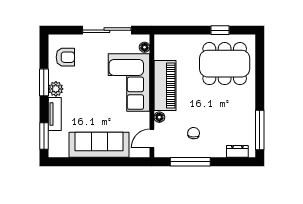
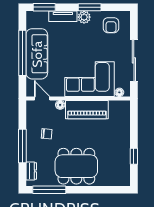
dining table: (225, 64) -> (76, 166), moved, turned 90
window: (98, 162) -> (22, 53), added
window: (190, 162) -> (22, 146), moved

